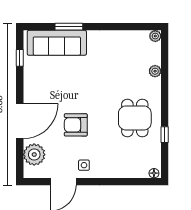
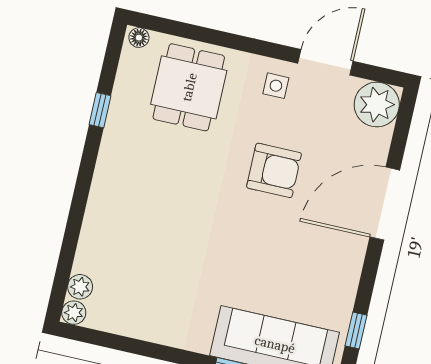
plant: (155, 71) -> (80, 287), moved
dining table: (135, 118) -> (189, 87), moved
plant: (34, 155) -> (377, 105), moved

